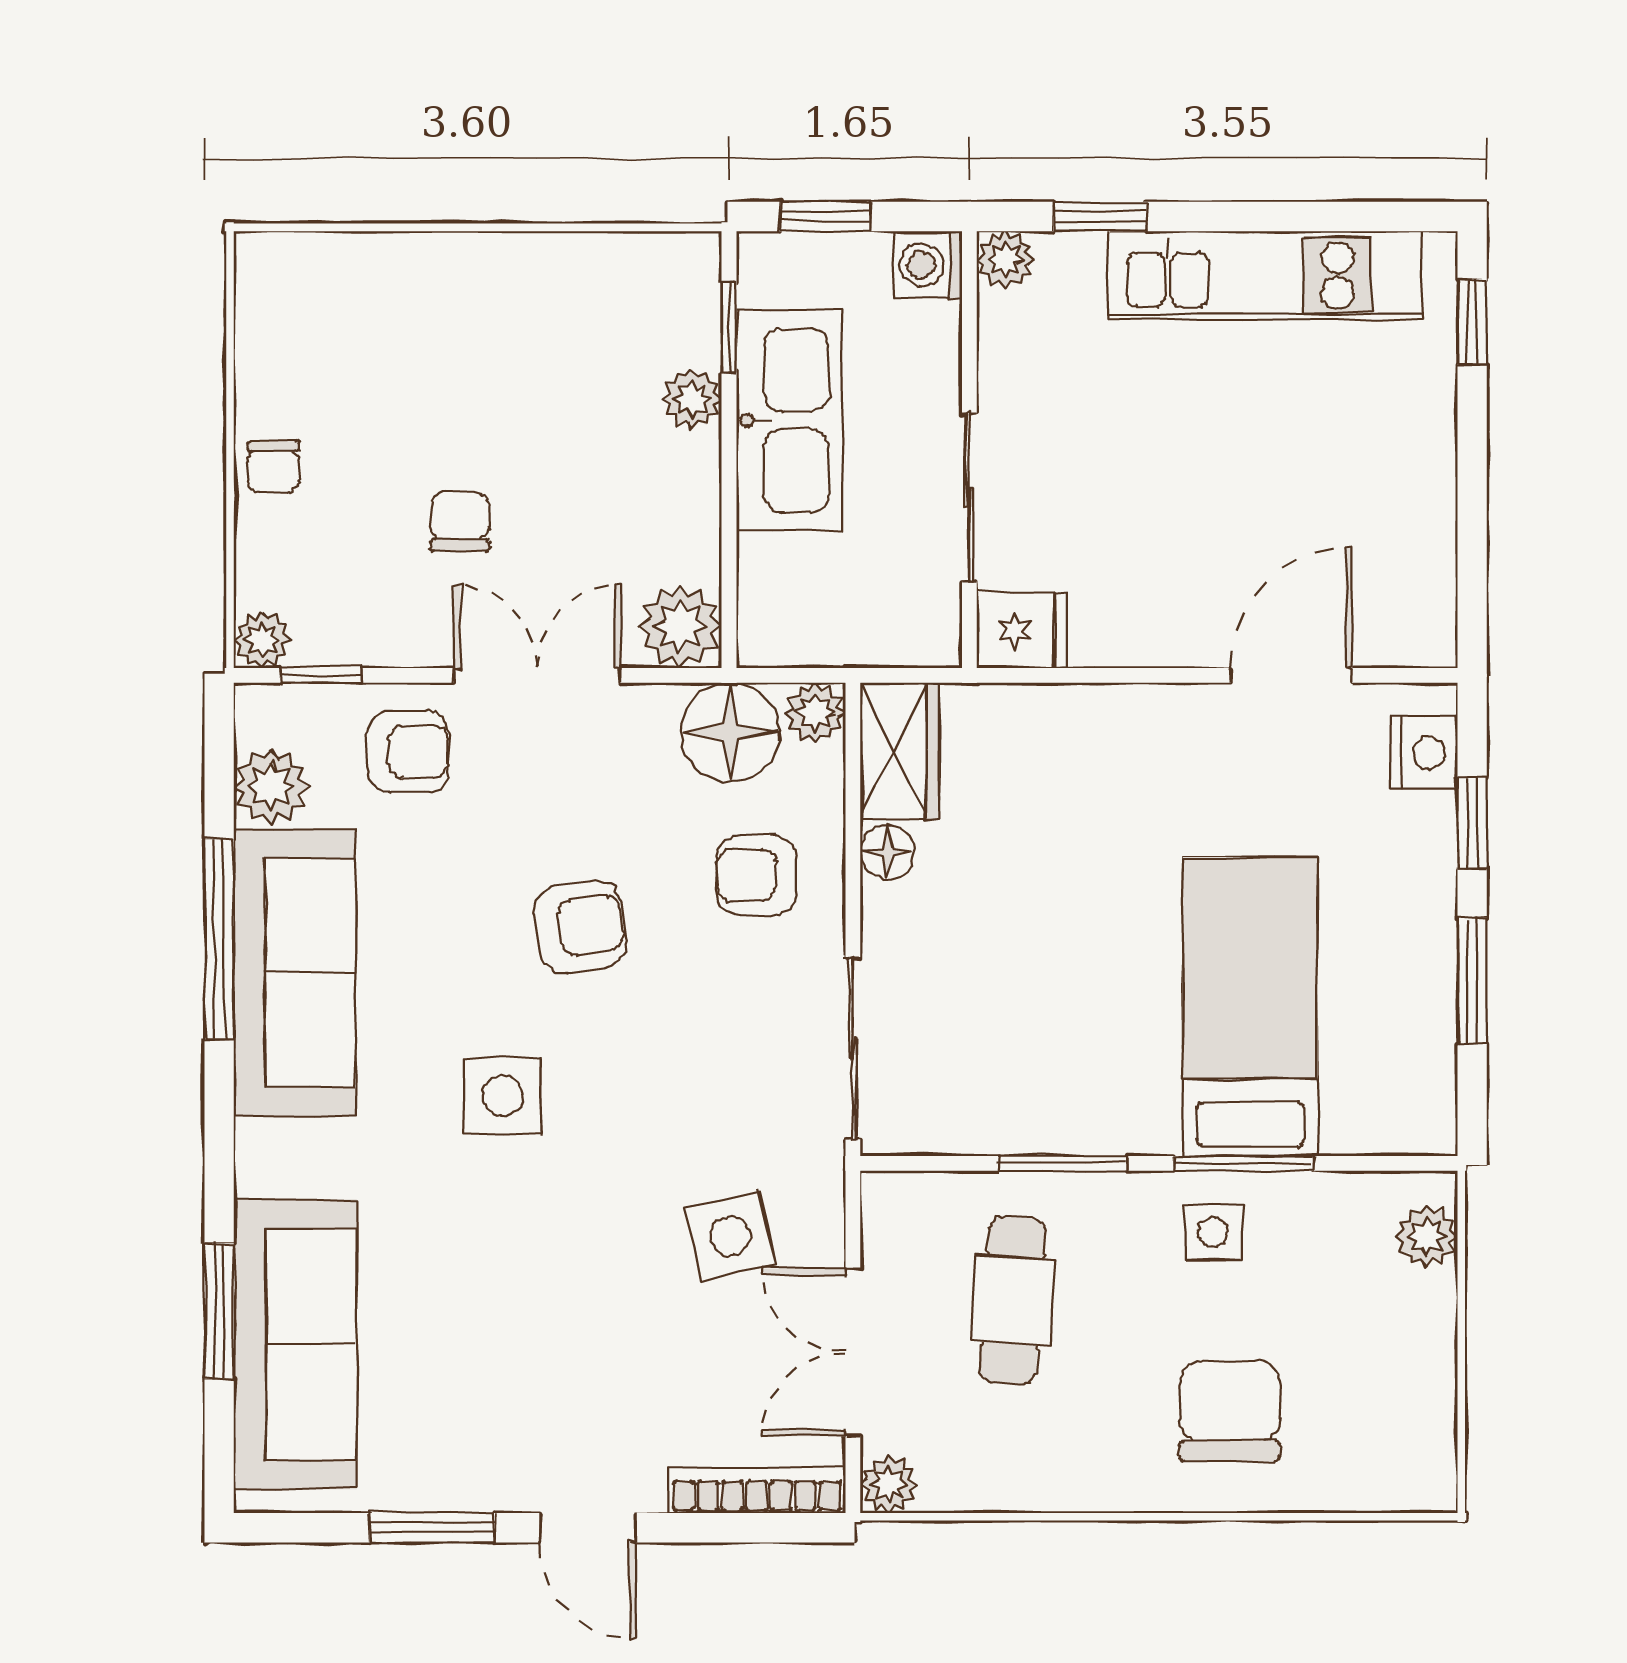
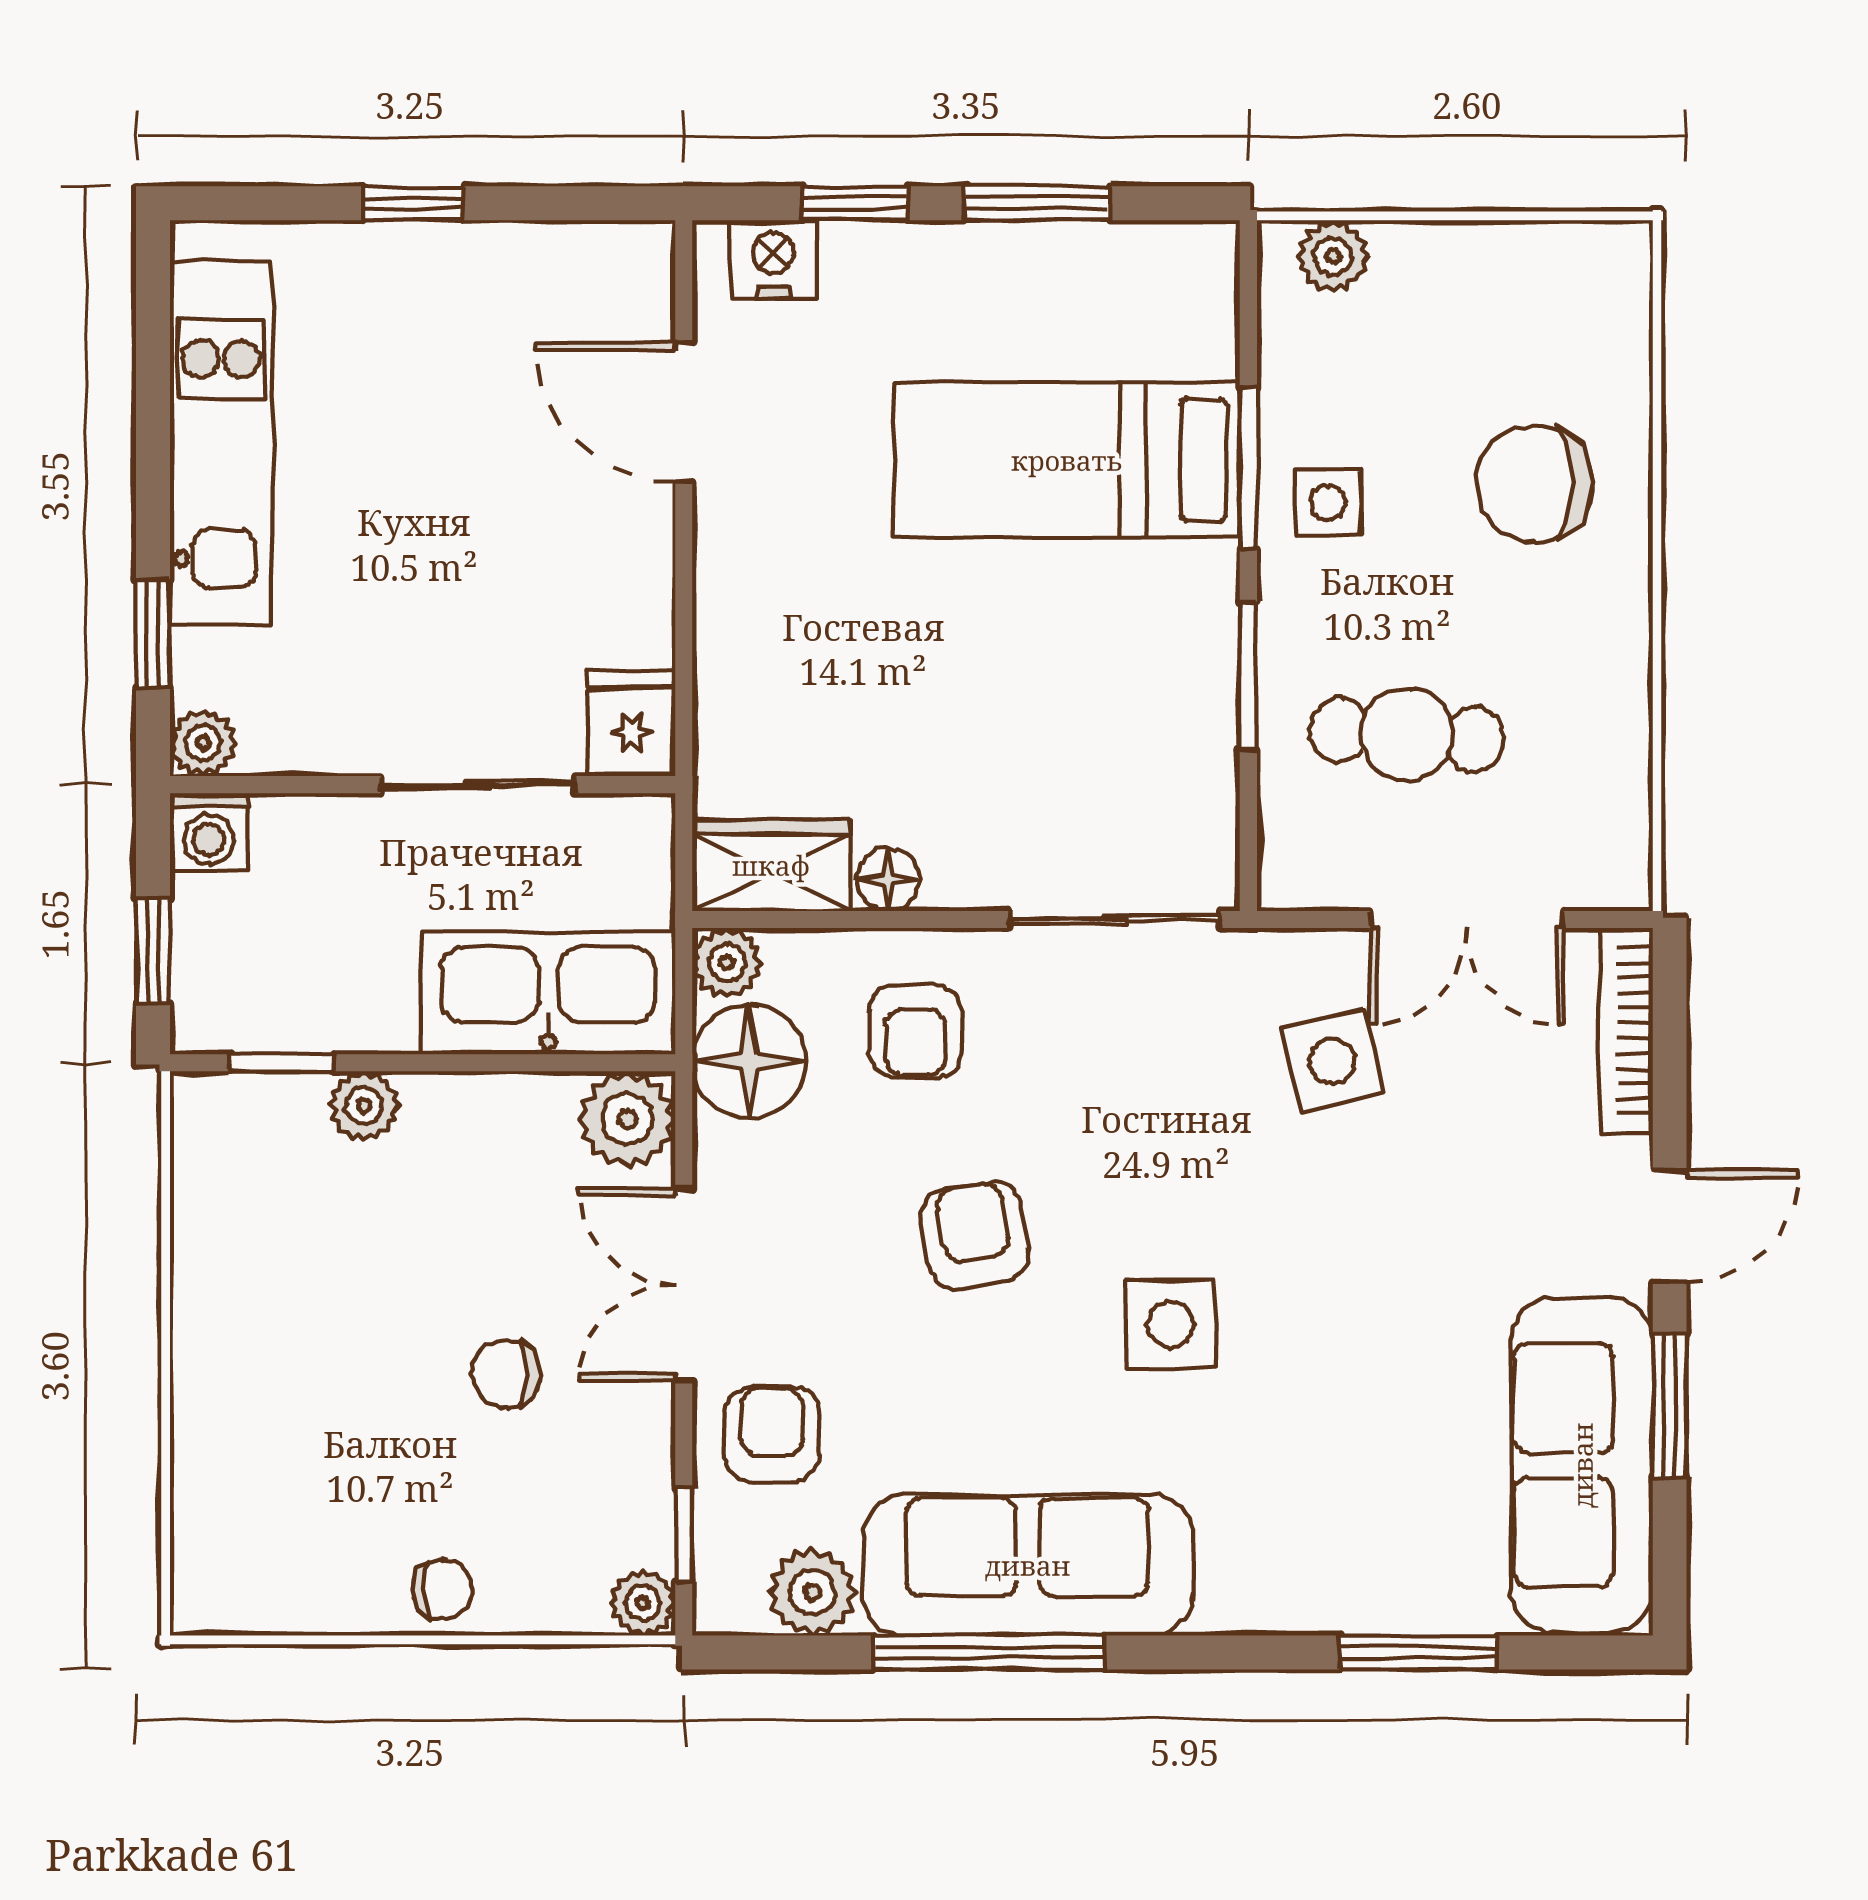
window: (1472, 322) -> (413, 203), moved
kitchen sink: (789, 420) -> (548, 993), moved
sofa: (295, 1344) -> (1582, 1465), moved, turned -90
plant: (889, 1485) -> (1620, 878), removed

